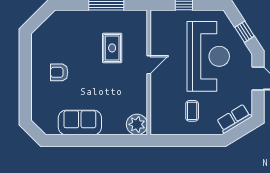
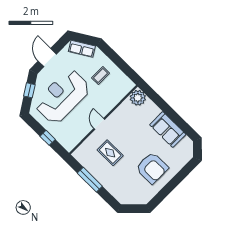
rug: (112, 48) -> (110, 153), turned 90
door: (149, 65) -> (99, 124), hinge flipped
armchair: (59, 72) -> (152, 168), width x1.88, depth x1.88

